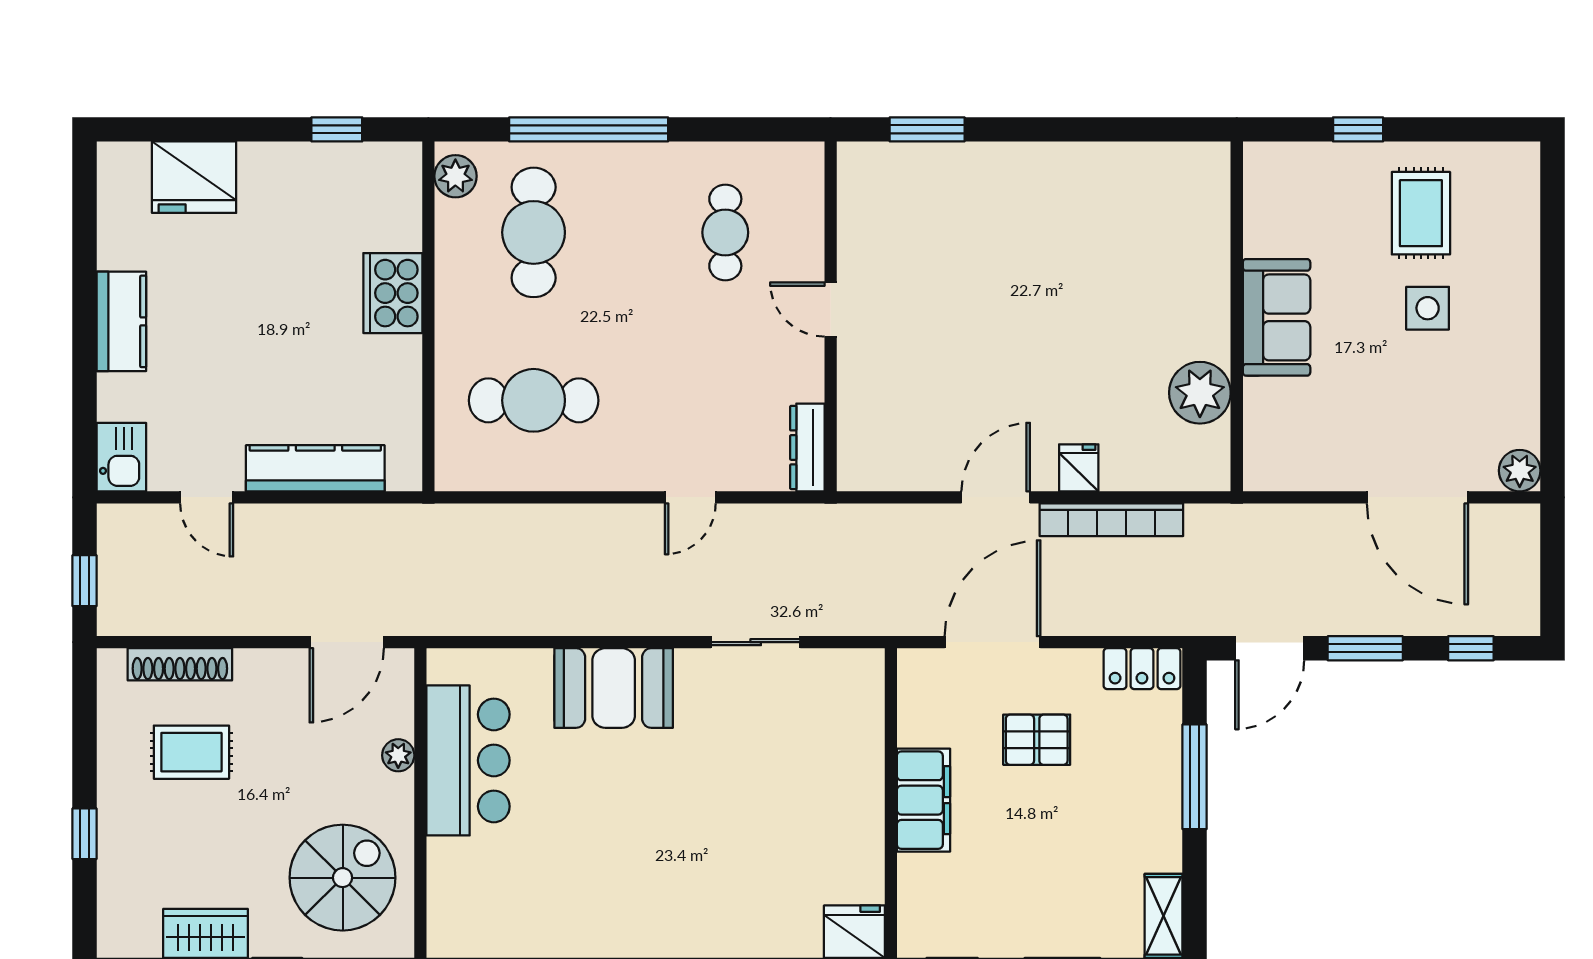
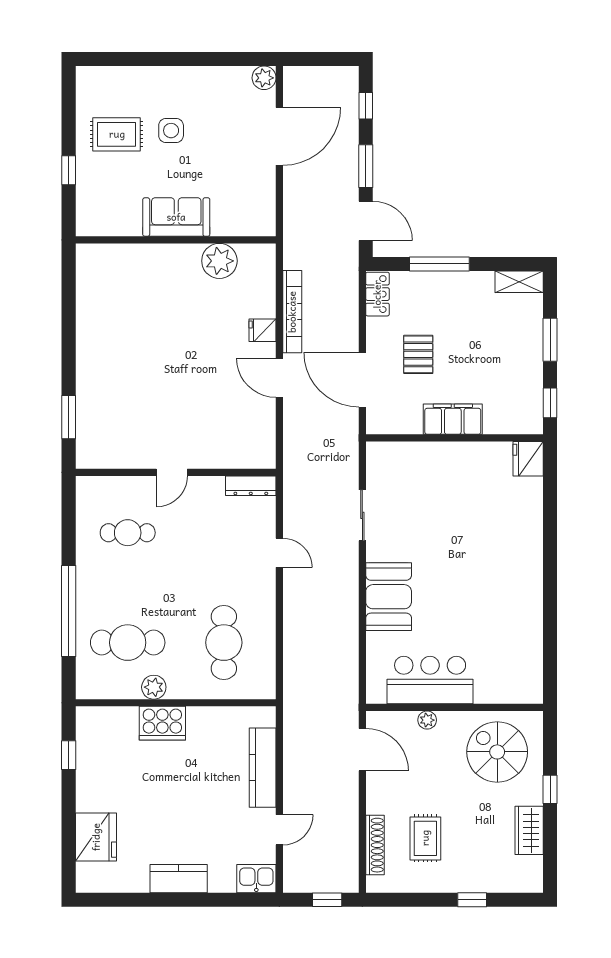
plant: (455, 176) -> (154, 687), moved

